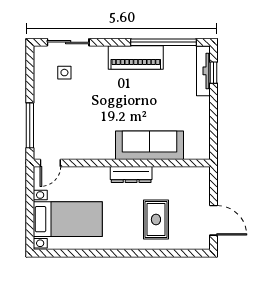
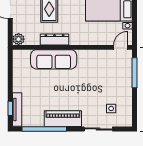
sliding door: (68, 42) -> (98, 129), moved
dresser: (131, 175) -> (54, 40), moved
plant: (201, 175) -> (18, 39), added

